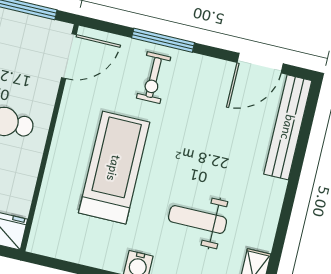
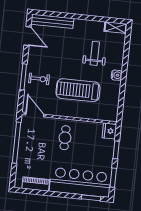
weight bench: (197, 219) -> (95, 53), turned 180

